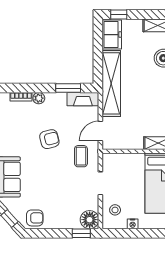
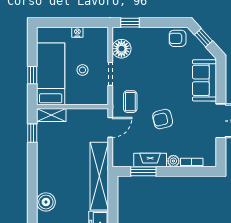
fireplace: (83, 99) -> (150, 160), moved
stool: (115, 210) -> (82, 70), moved
floor lamp: (90, 220) -> (121, 49), moved

